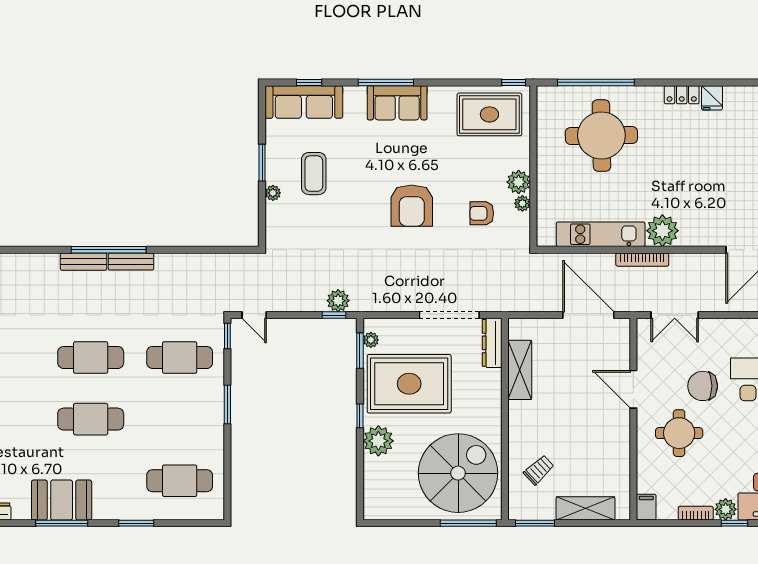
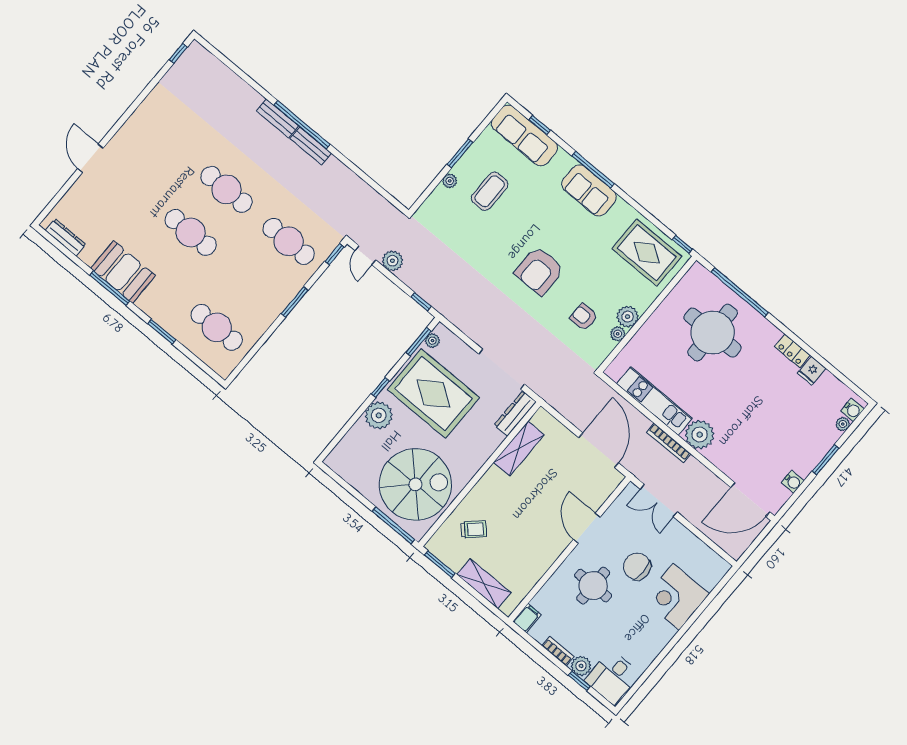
plant: (338, 301) -> (392, 261), moved

